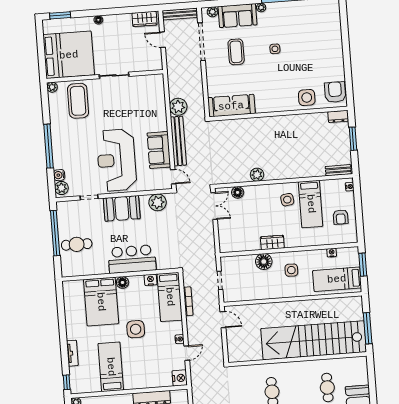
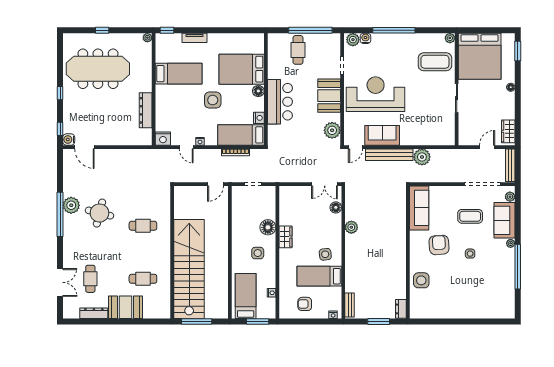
armchair: (335, 92) -> (439, 245), moved, turned -94

